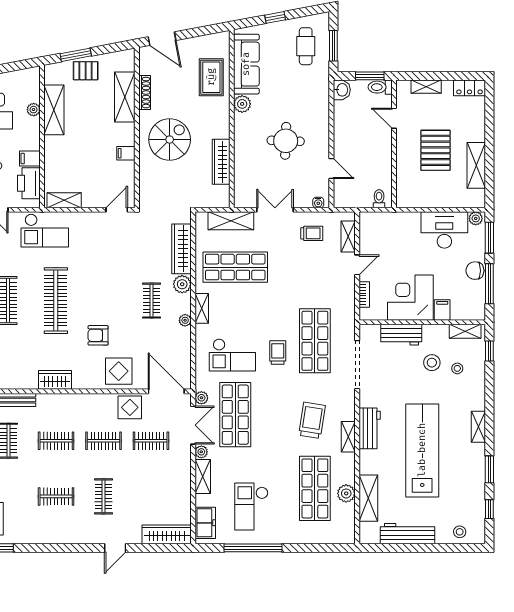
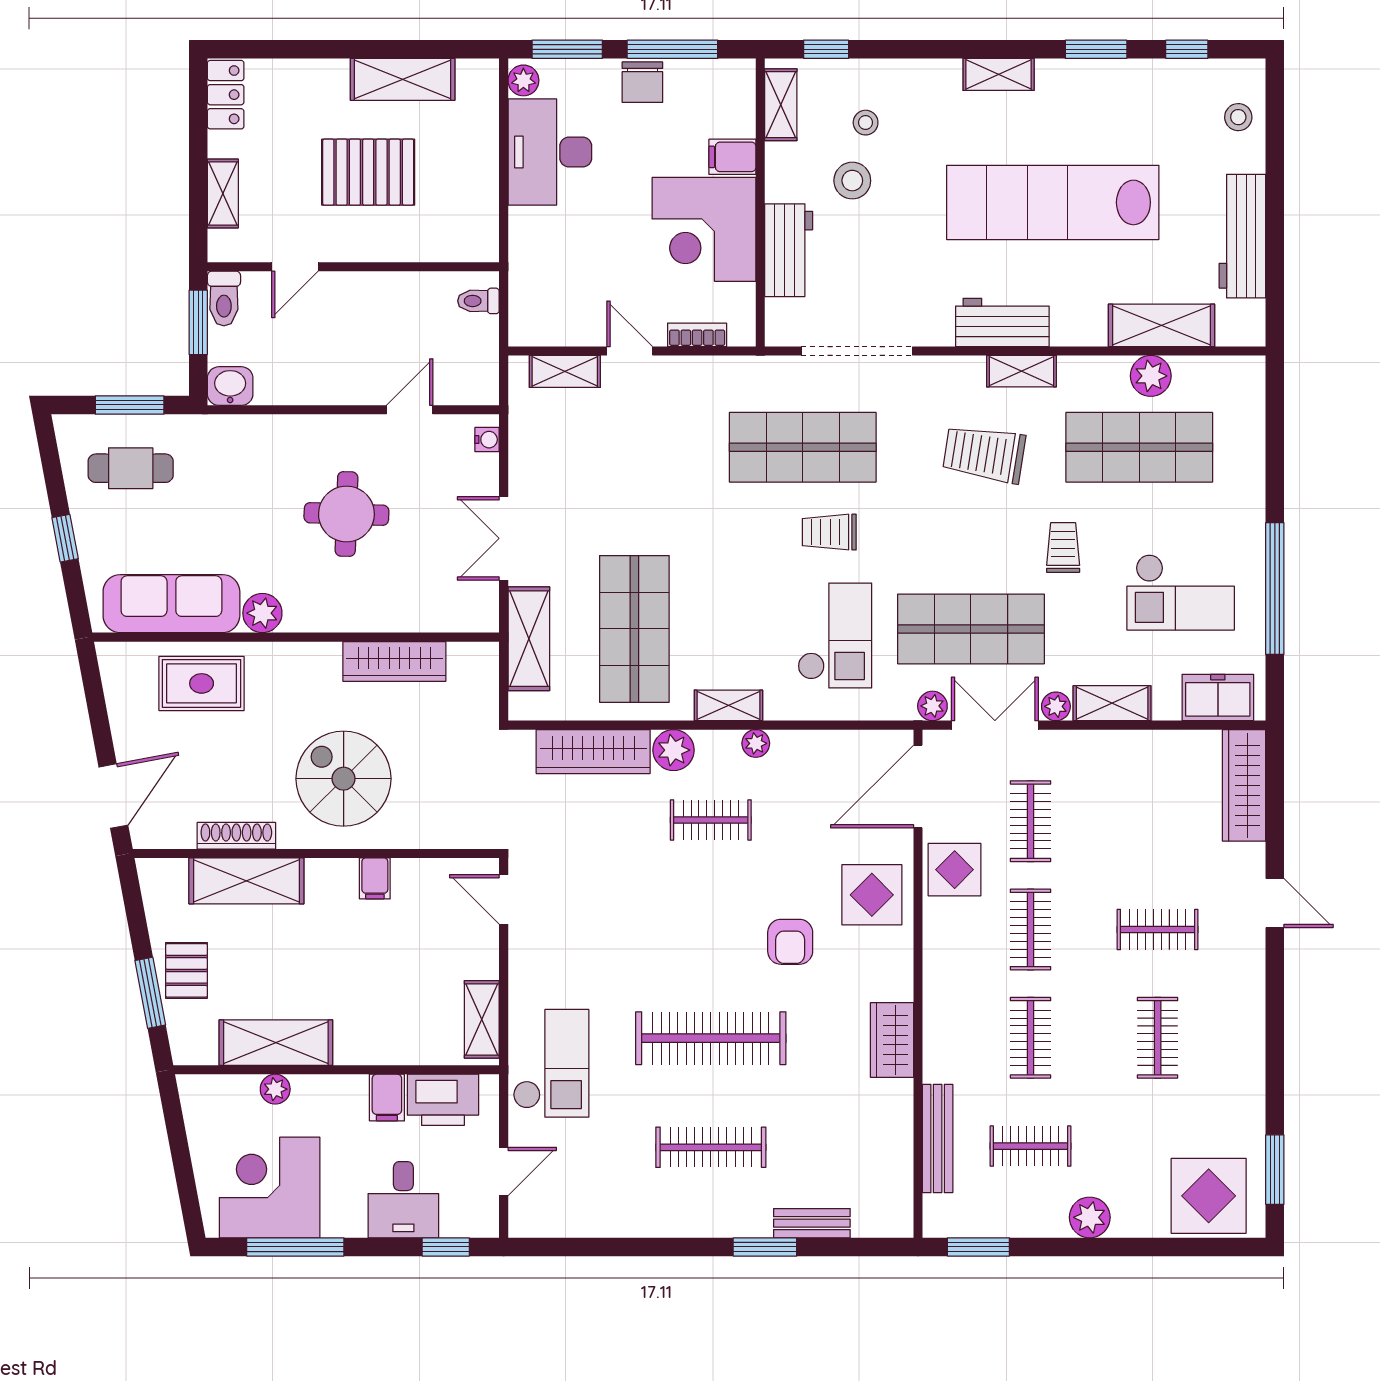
trolley: (312, 233) -> (1063, 548), moved

